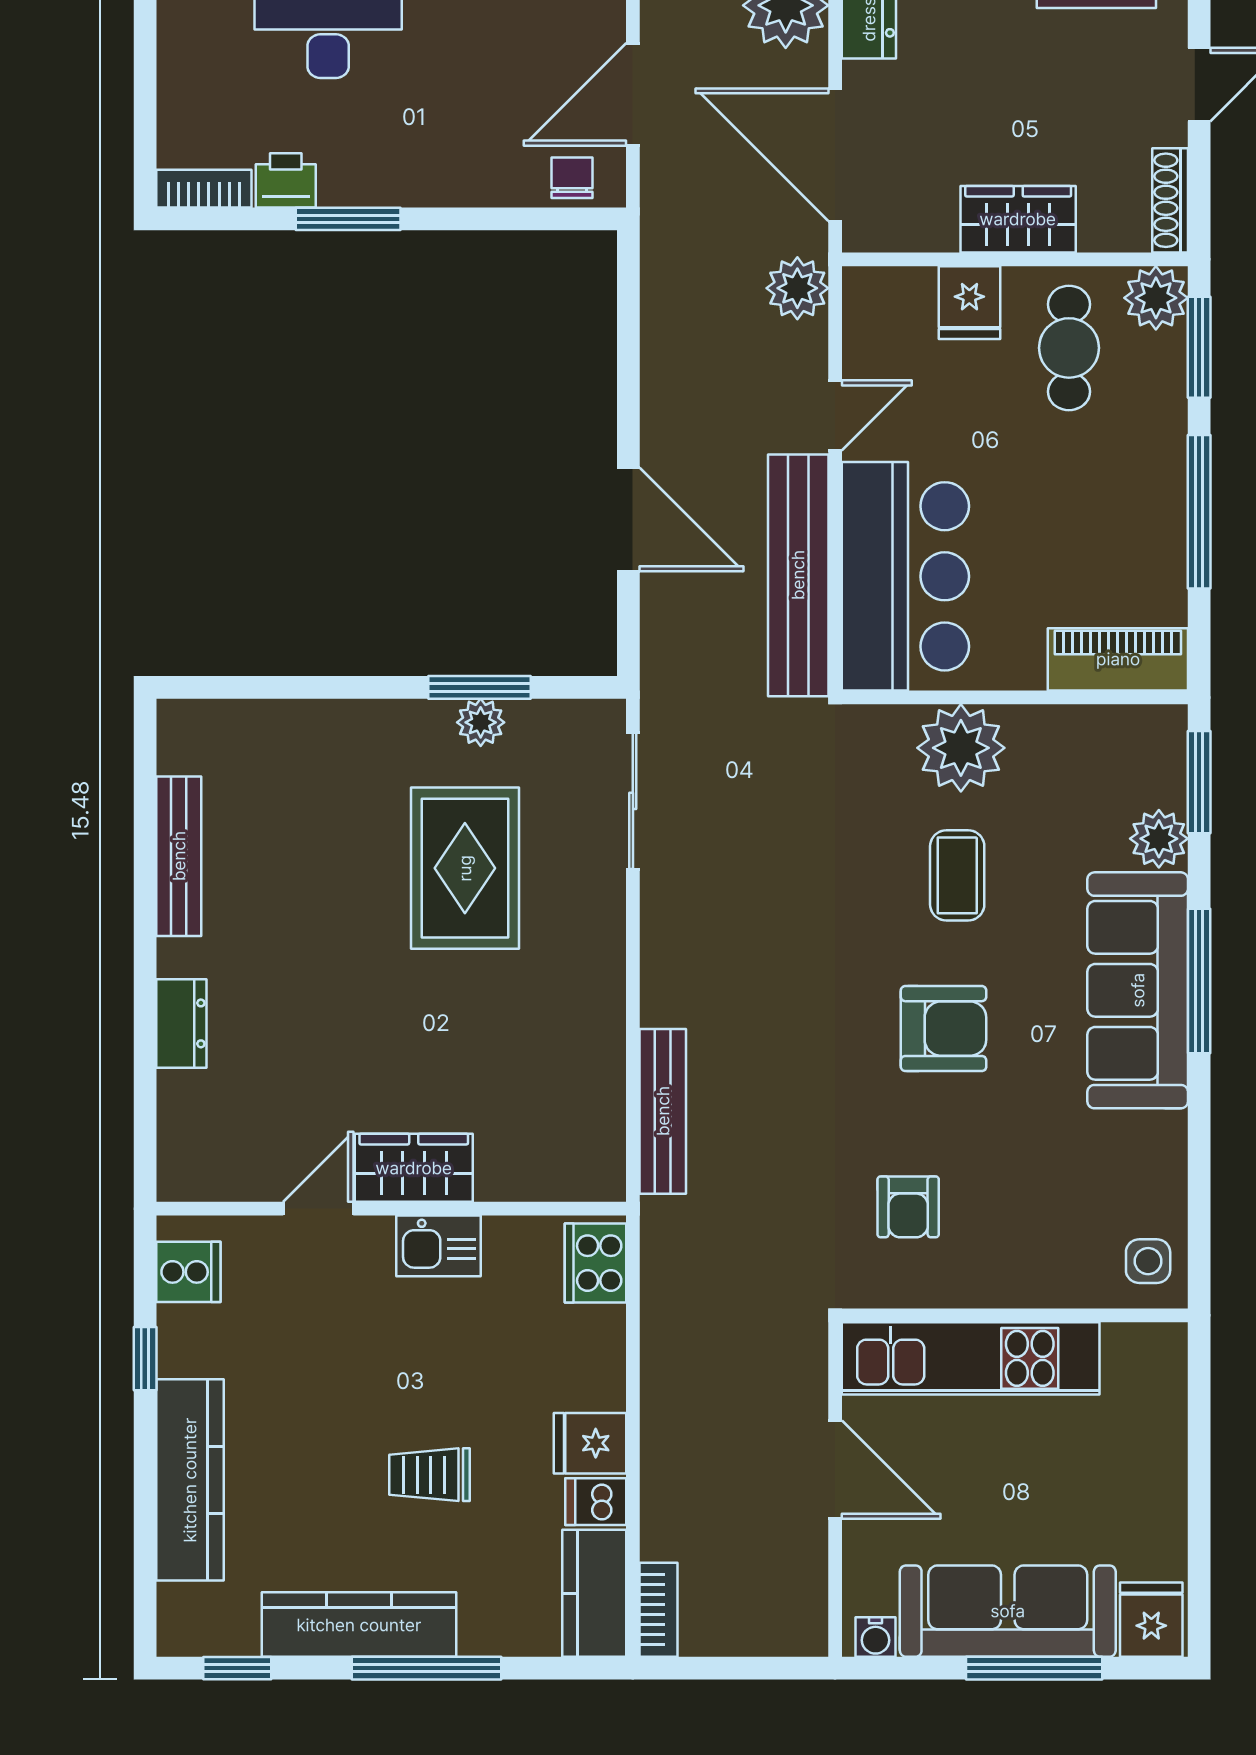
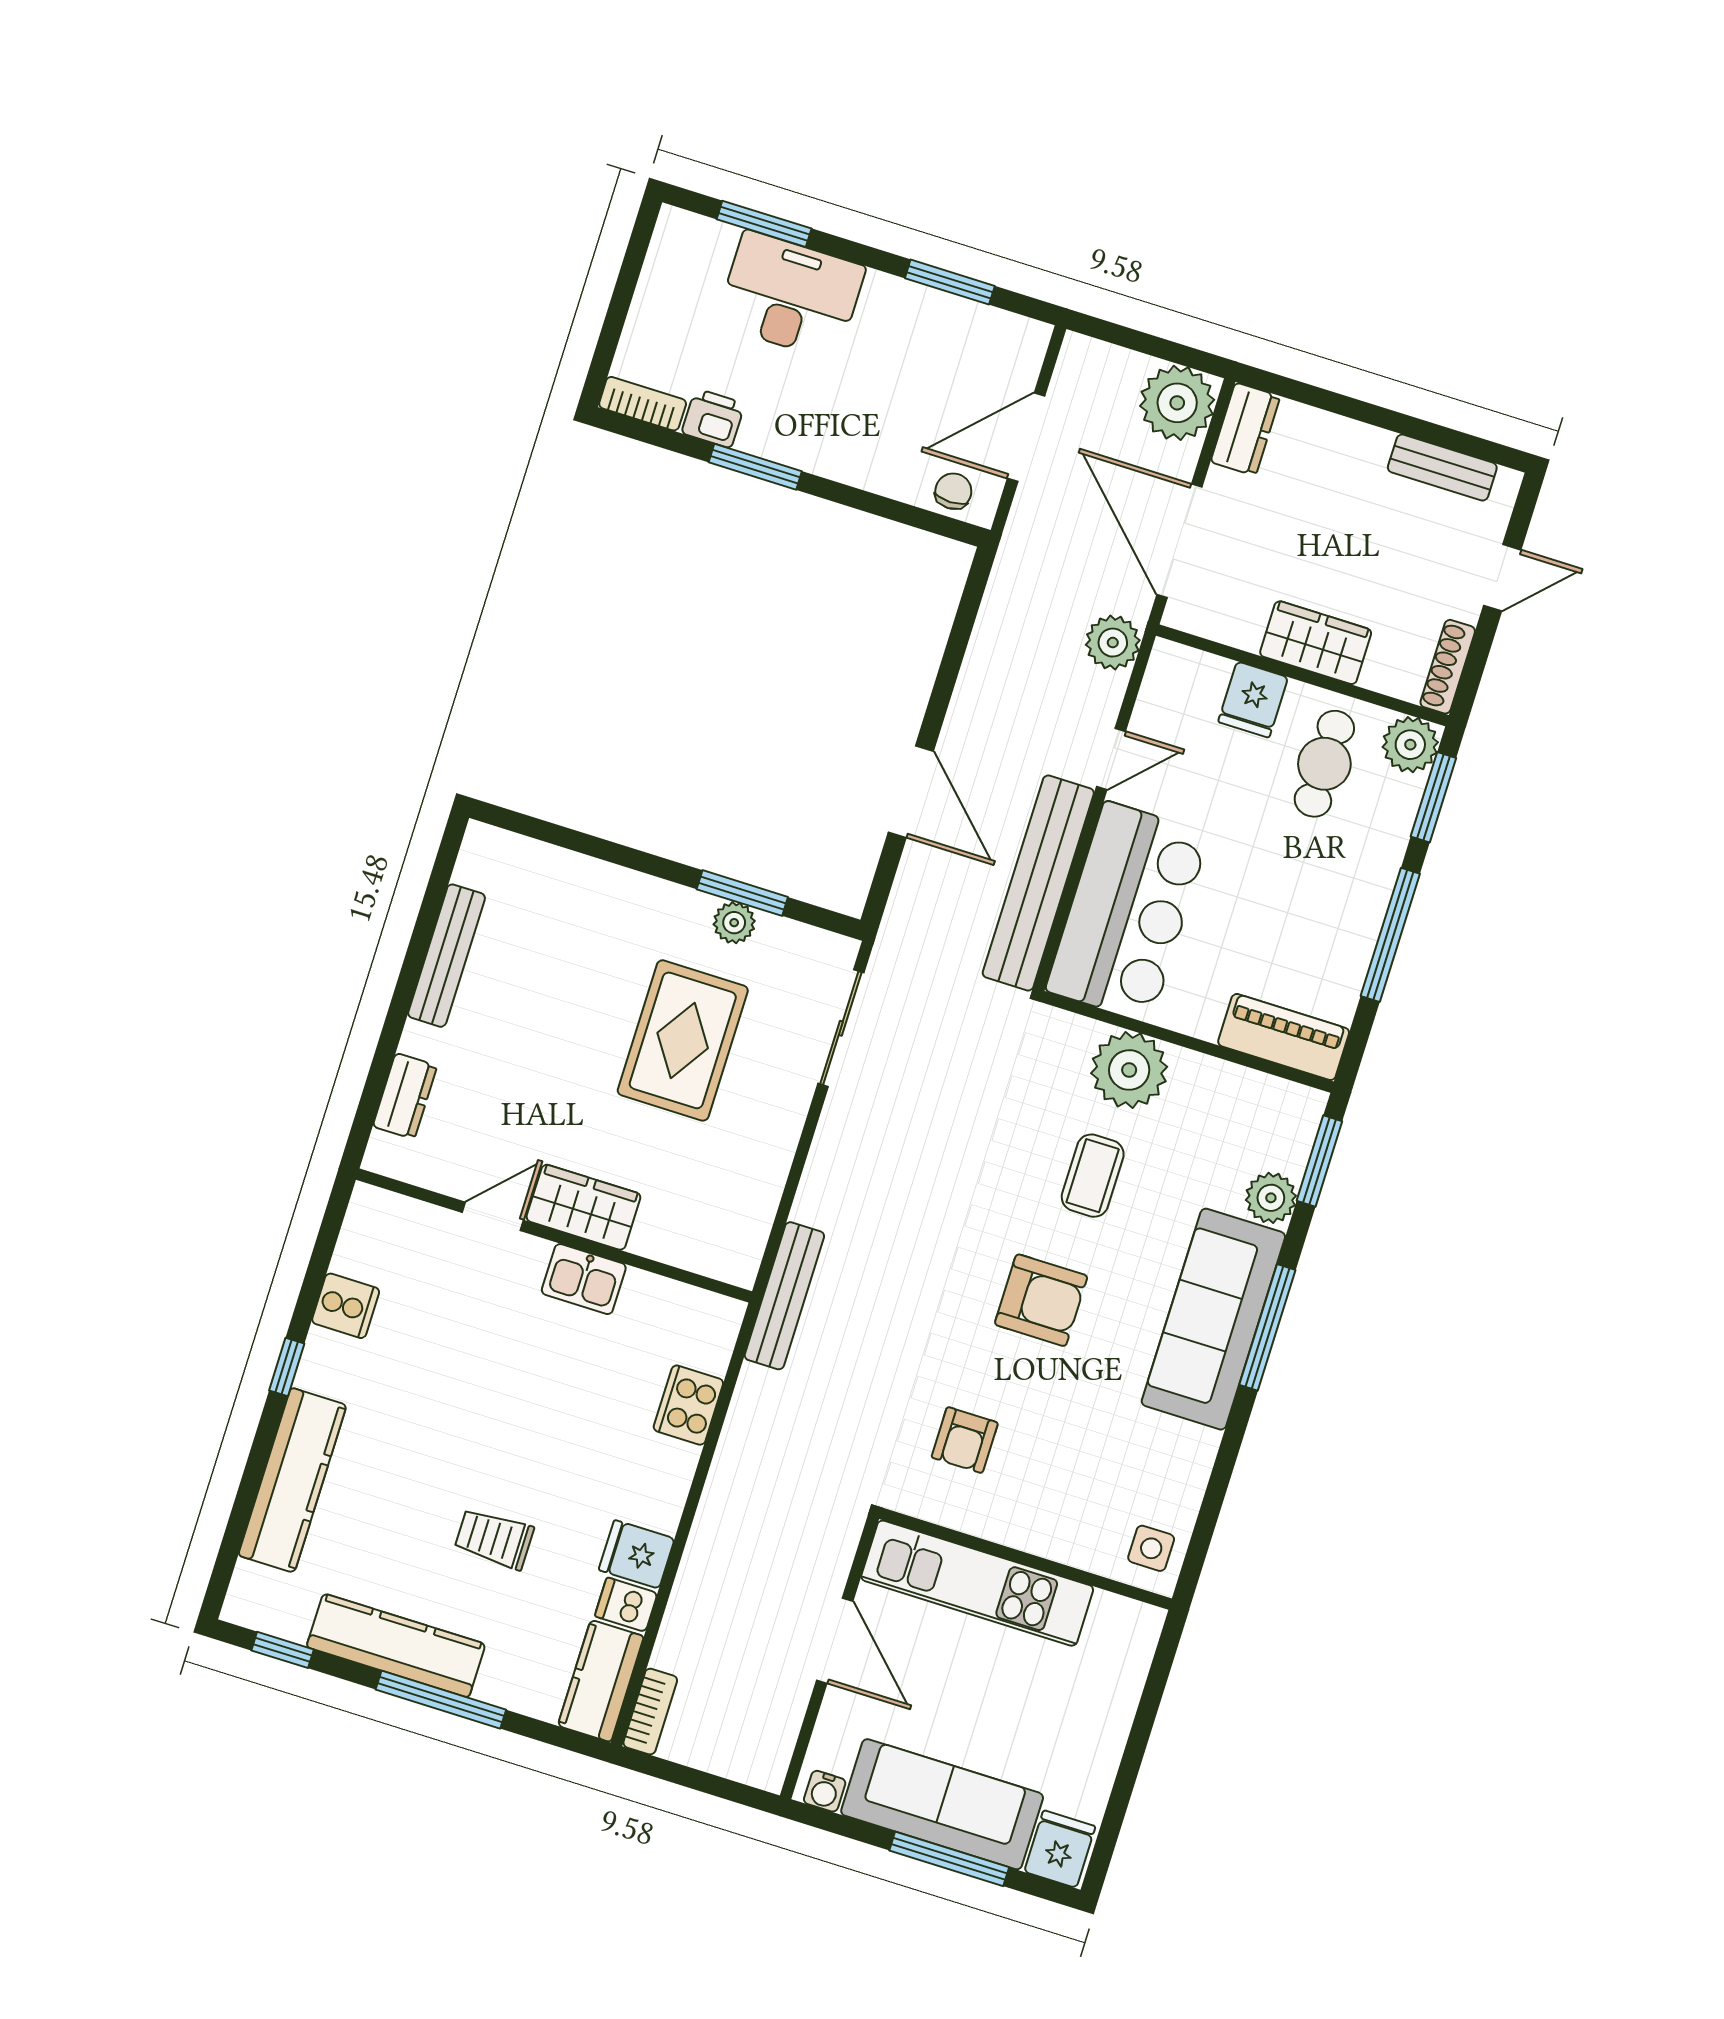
wardrobe: (414, 1168) -> (583, 1207), moved
door: (318, 1209) -> (493, 1216), moved
wall: (391, 1209) -> (554, 1236), moved
kitchen sink: (439, 1246) -> (584, 1279), moved

